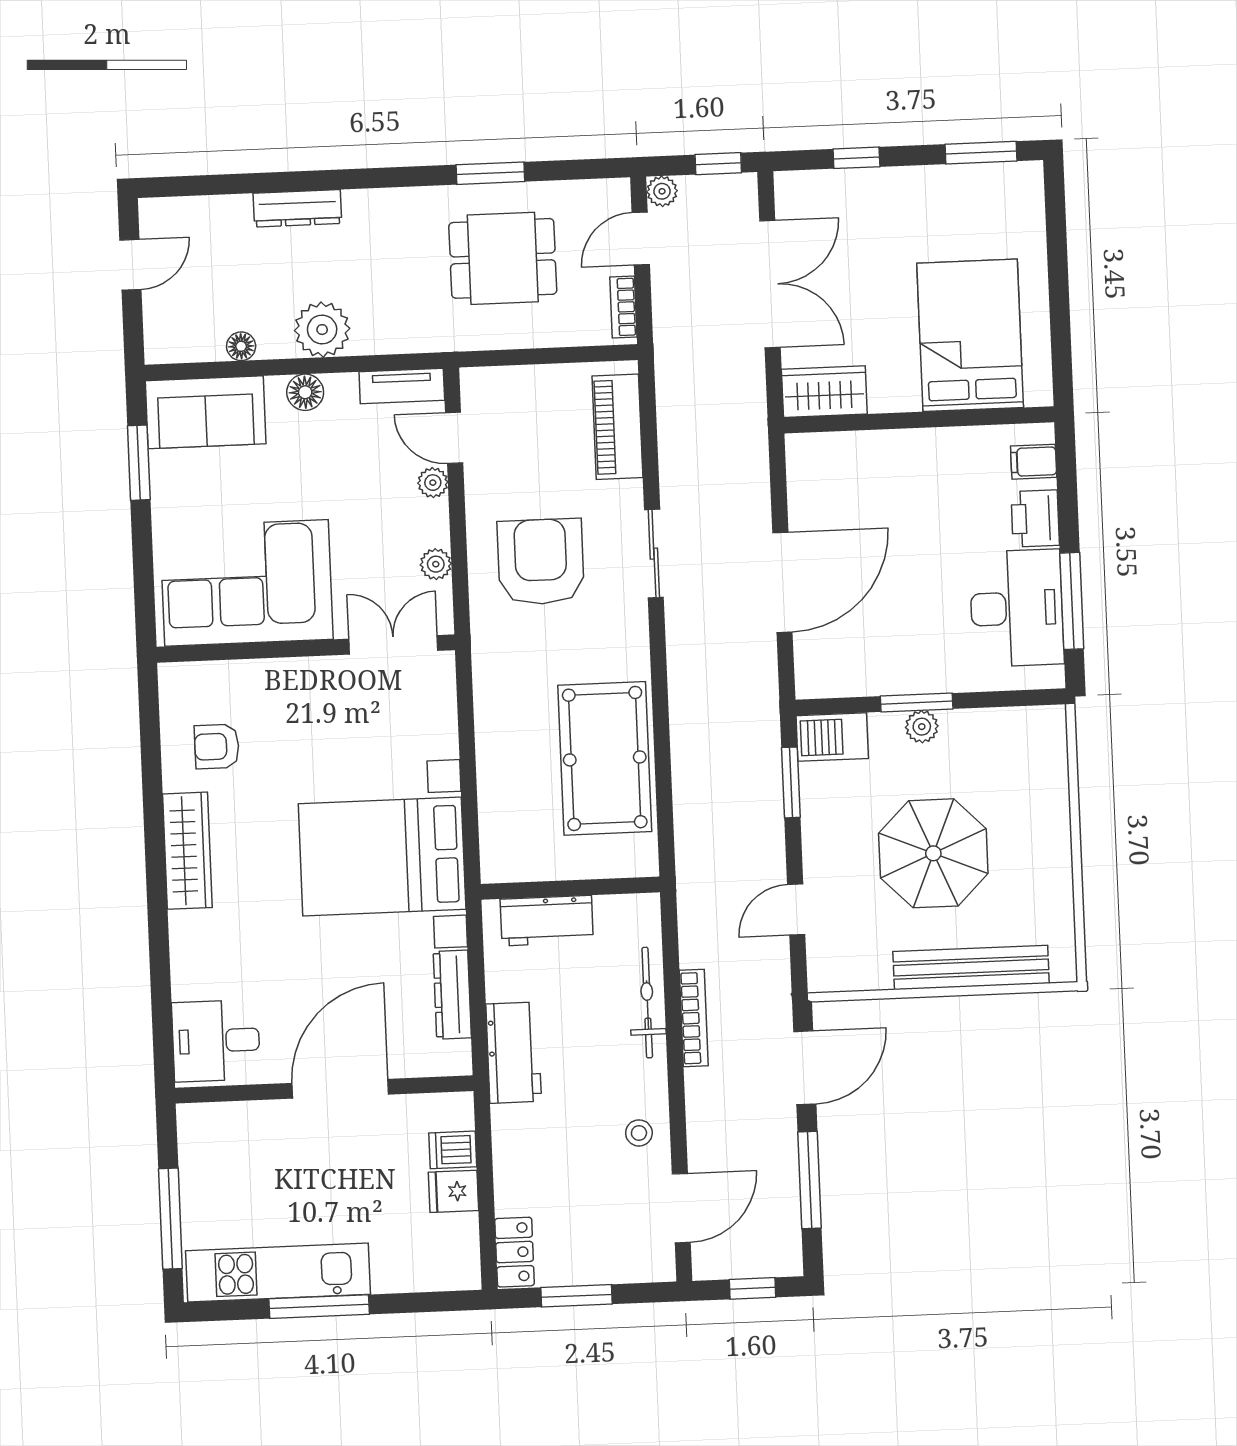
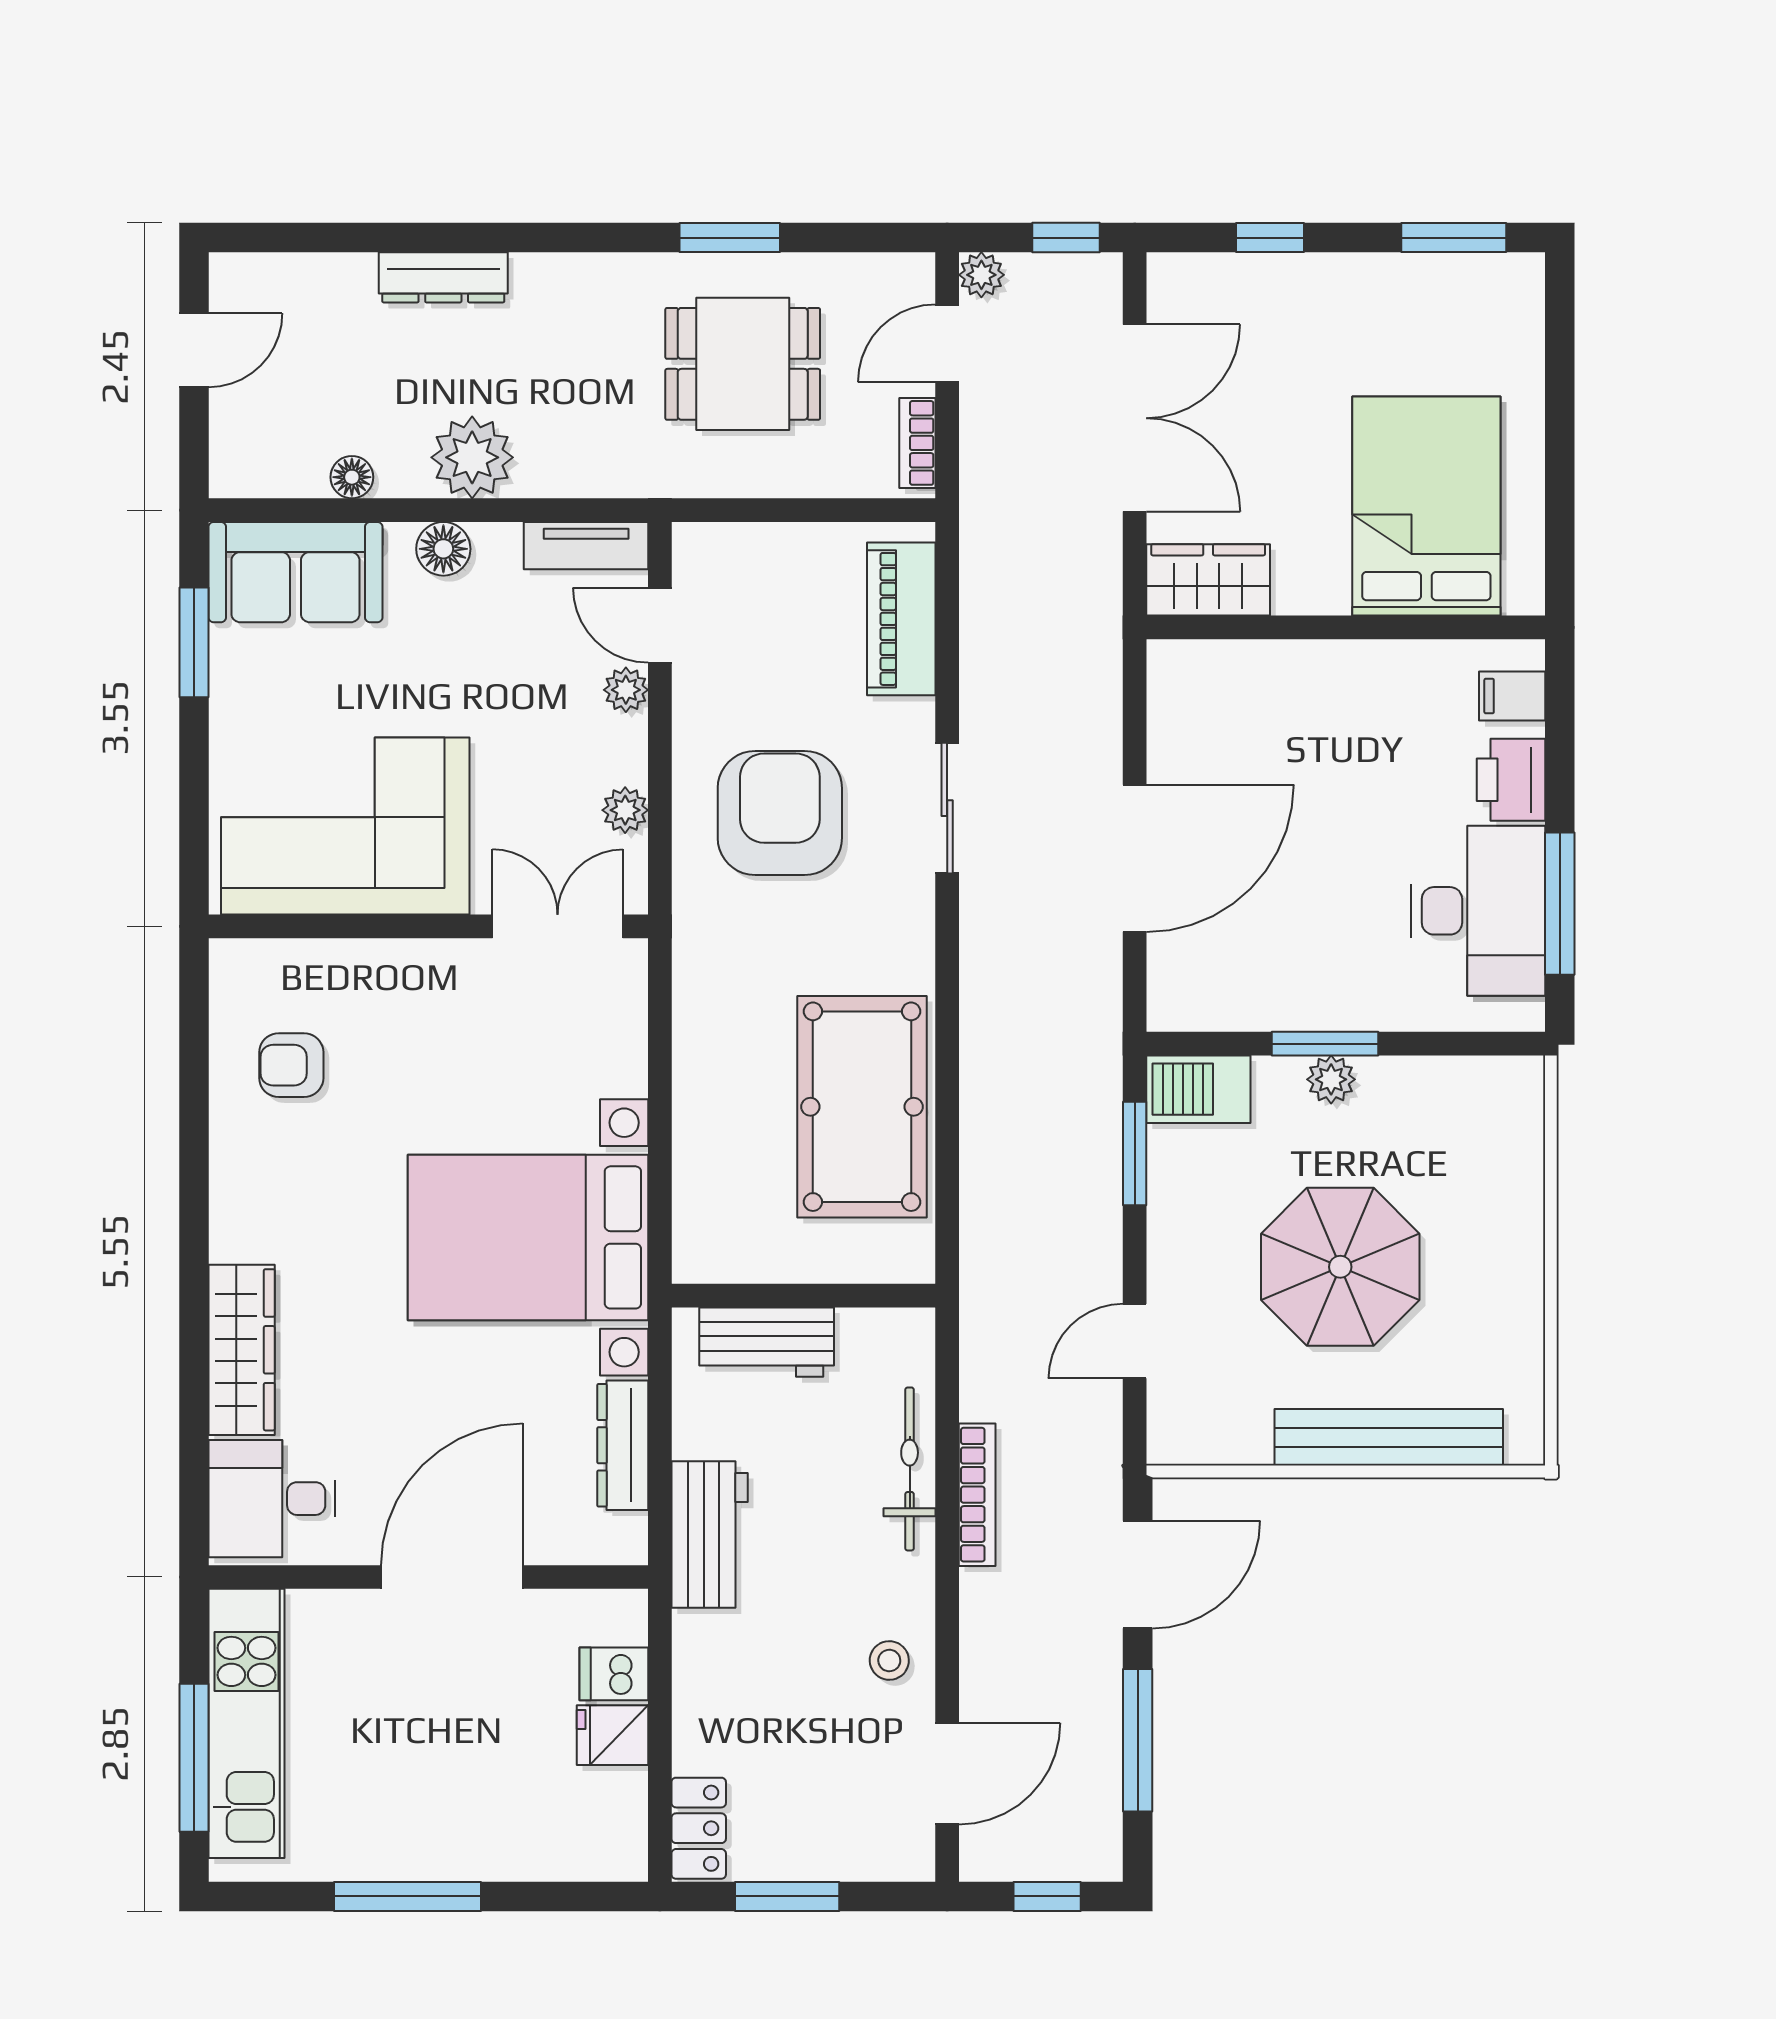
wardrobe: (187, 851) -> (242, 1350), moved
kitchen unit: (278, 1273) -> (247, 1723), moved, turned 90

